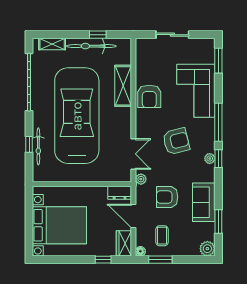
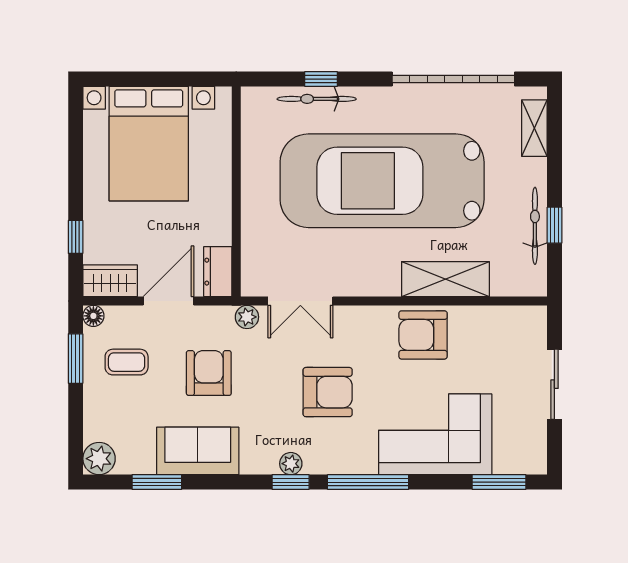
bicycle: (91, 46) -> (535, 226), width x0.73, depth x0.71
car: (77, 116) -> (382, 181), turned 180
armchair: (176, 141) -> (328, 392), turned -76

